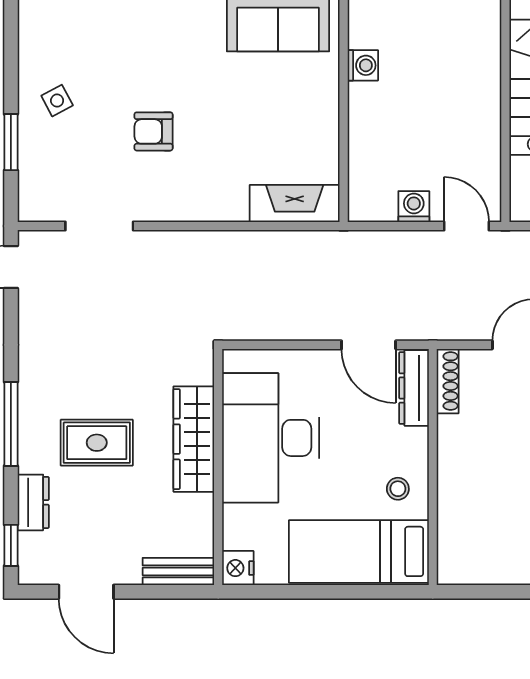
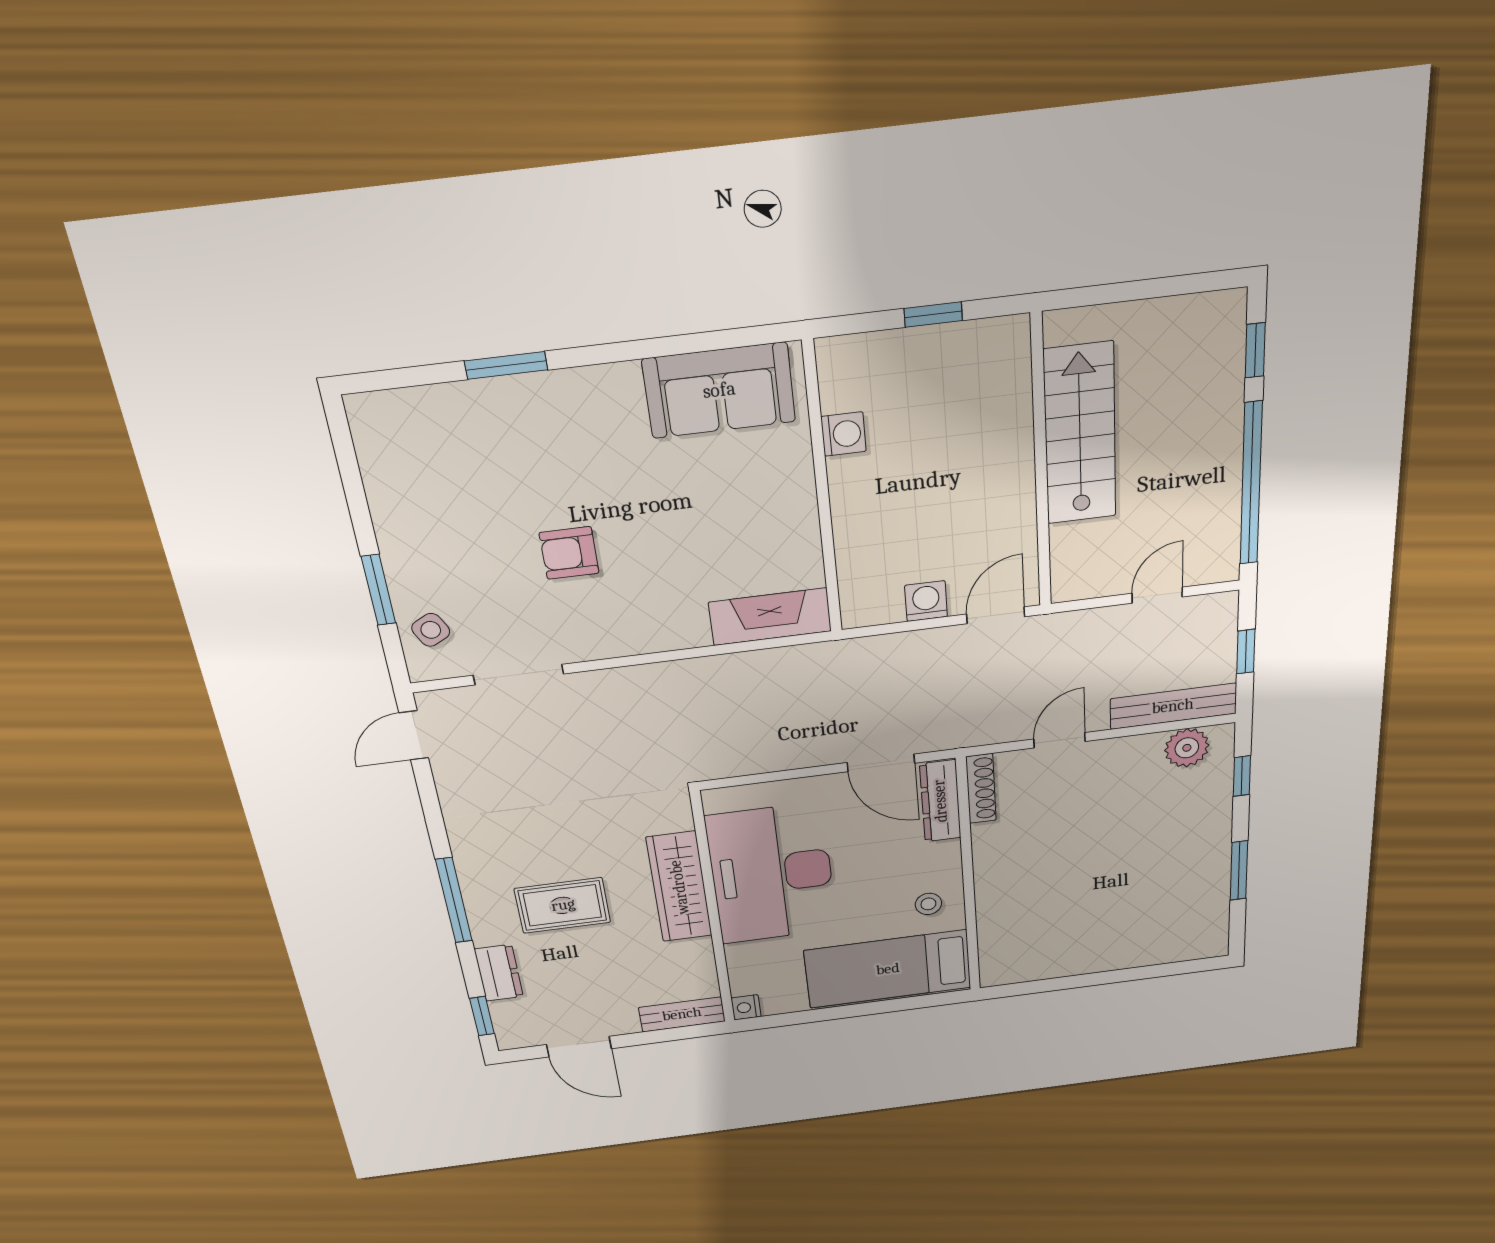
side table: (57, 101) -> (431, 630), moved
door: (467, 226) -> (996, 615), hinge flipped
nightstand: (238, 568) -> (746, 1007), width x0.72, depth x0.74

